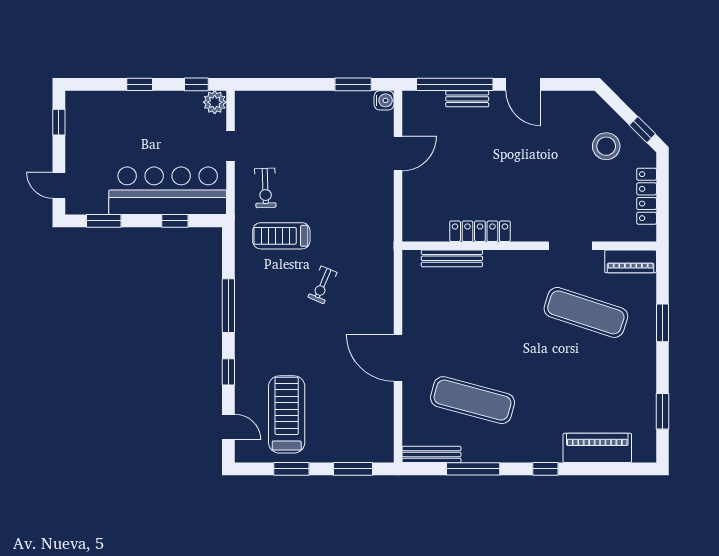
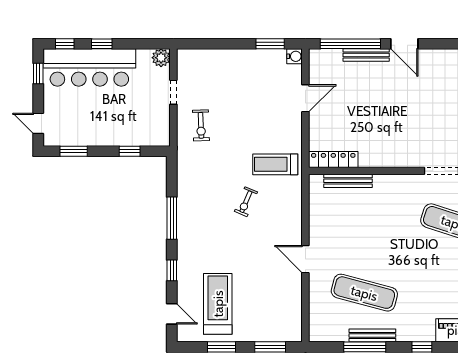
window: (196, 84) -> (65, 44), moved
bench: (467, 99) -> (366, 55), width x1.36
bar counter: (168, 191) -> (89, 67), moved, turned 180
locker: (480, 231) -> (333, 159), moved
treadmill: (281, 236) -> (275, 164), moved
door: (398, 358) -> (305, 259), width x0.73
bench: (431, 454) -> (372, 335), moved

